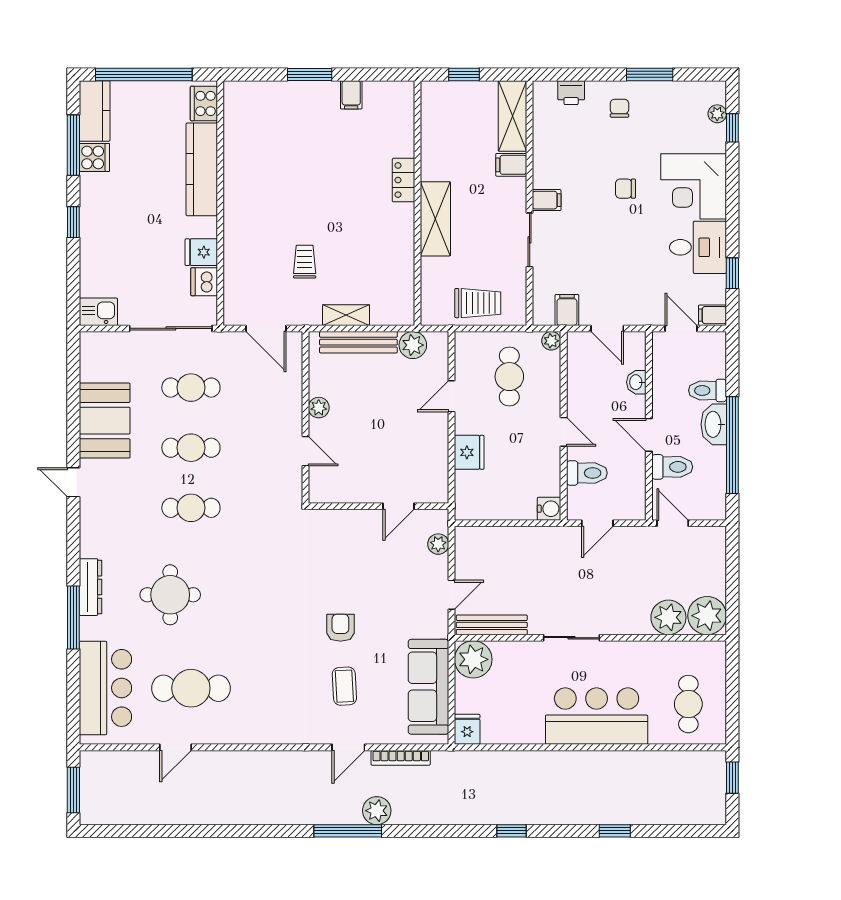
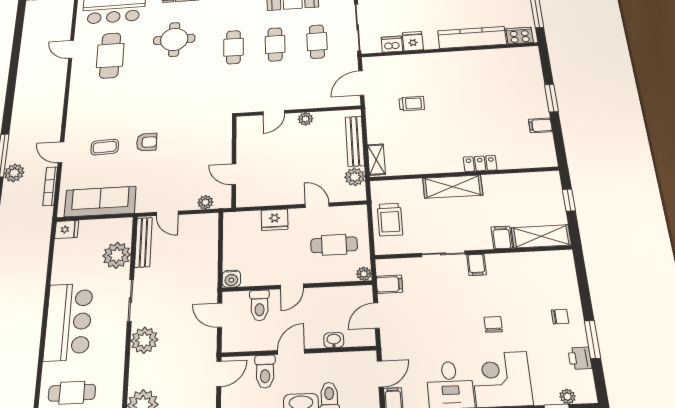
printer: (571, 93) -> (580, 358), moved
shelving: (346, 315) -> (376, 160), moved
plant: (668, 617) -> (144, 340), moved
plant: (473, 659) -> (117, 255), moved

